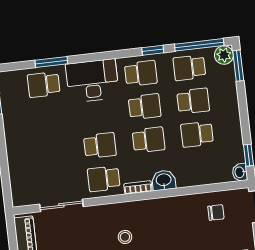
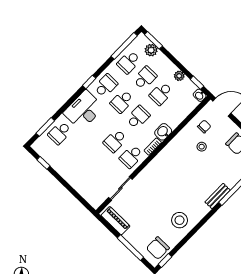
window: (153, 50) -> (89, 82), moved
plant: (224, 55) -> (151, 50), moved
window: (51, 62) -> (45, 127), moved
school desk: (145, 107) -> (122, 101), turned 180
plant: (235, 131) -> (179, 76), added
school desk: (100, 145) -> (115, 141), turned 180
stool: (125, 237) -> (202, 147), moved

